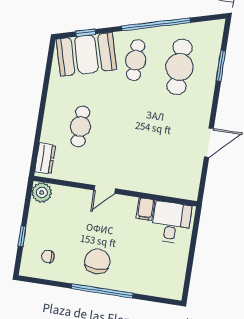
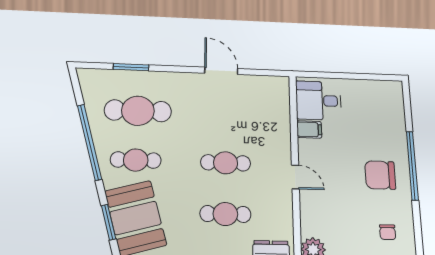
window: (86, 33) -> (109, 222), width x1.50
cafe table: (124, 133) -> (226, 163), added

